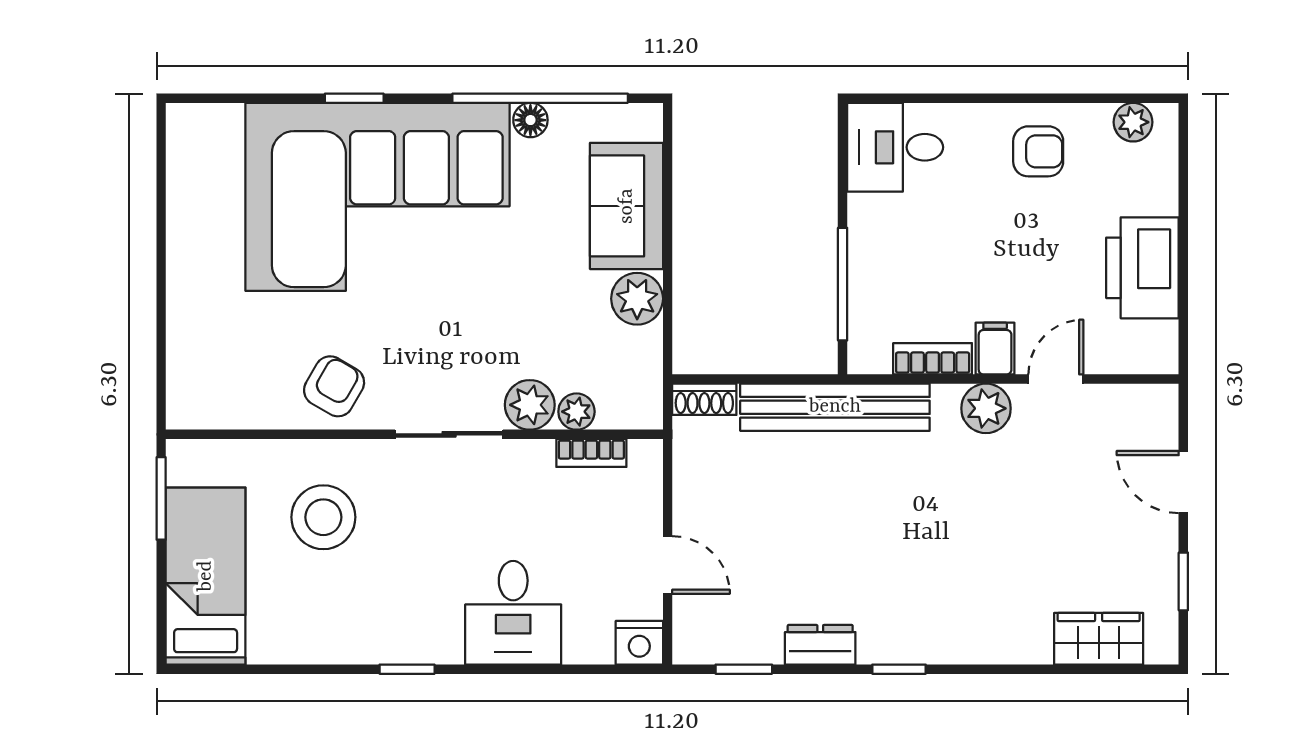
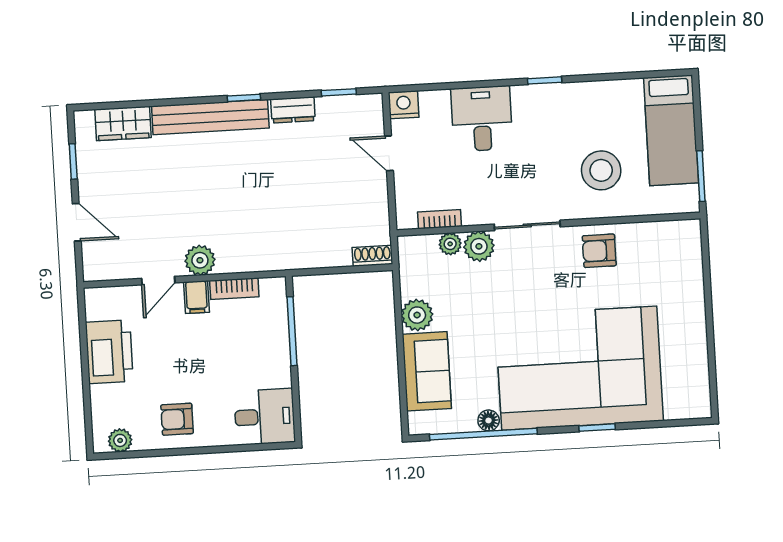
armchair: (334, 386) -> (599, 251), turned 60
bench: (835, 407) -> (210, 117), moved

